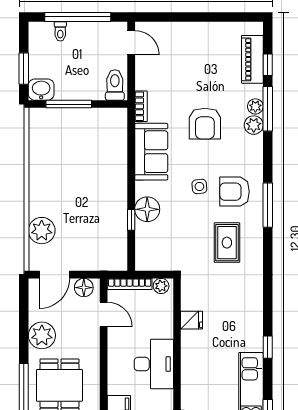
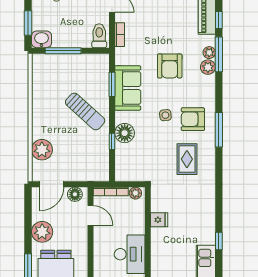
bookcase: (141, 106) -> (120, 35), moved
window: (131, 147) -> (112, 84), added
sun lounger: (97, 182) -> (85, 111), added

